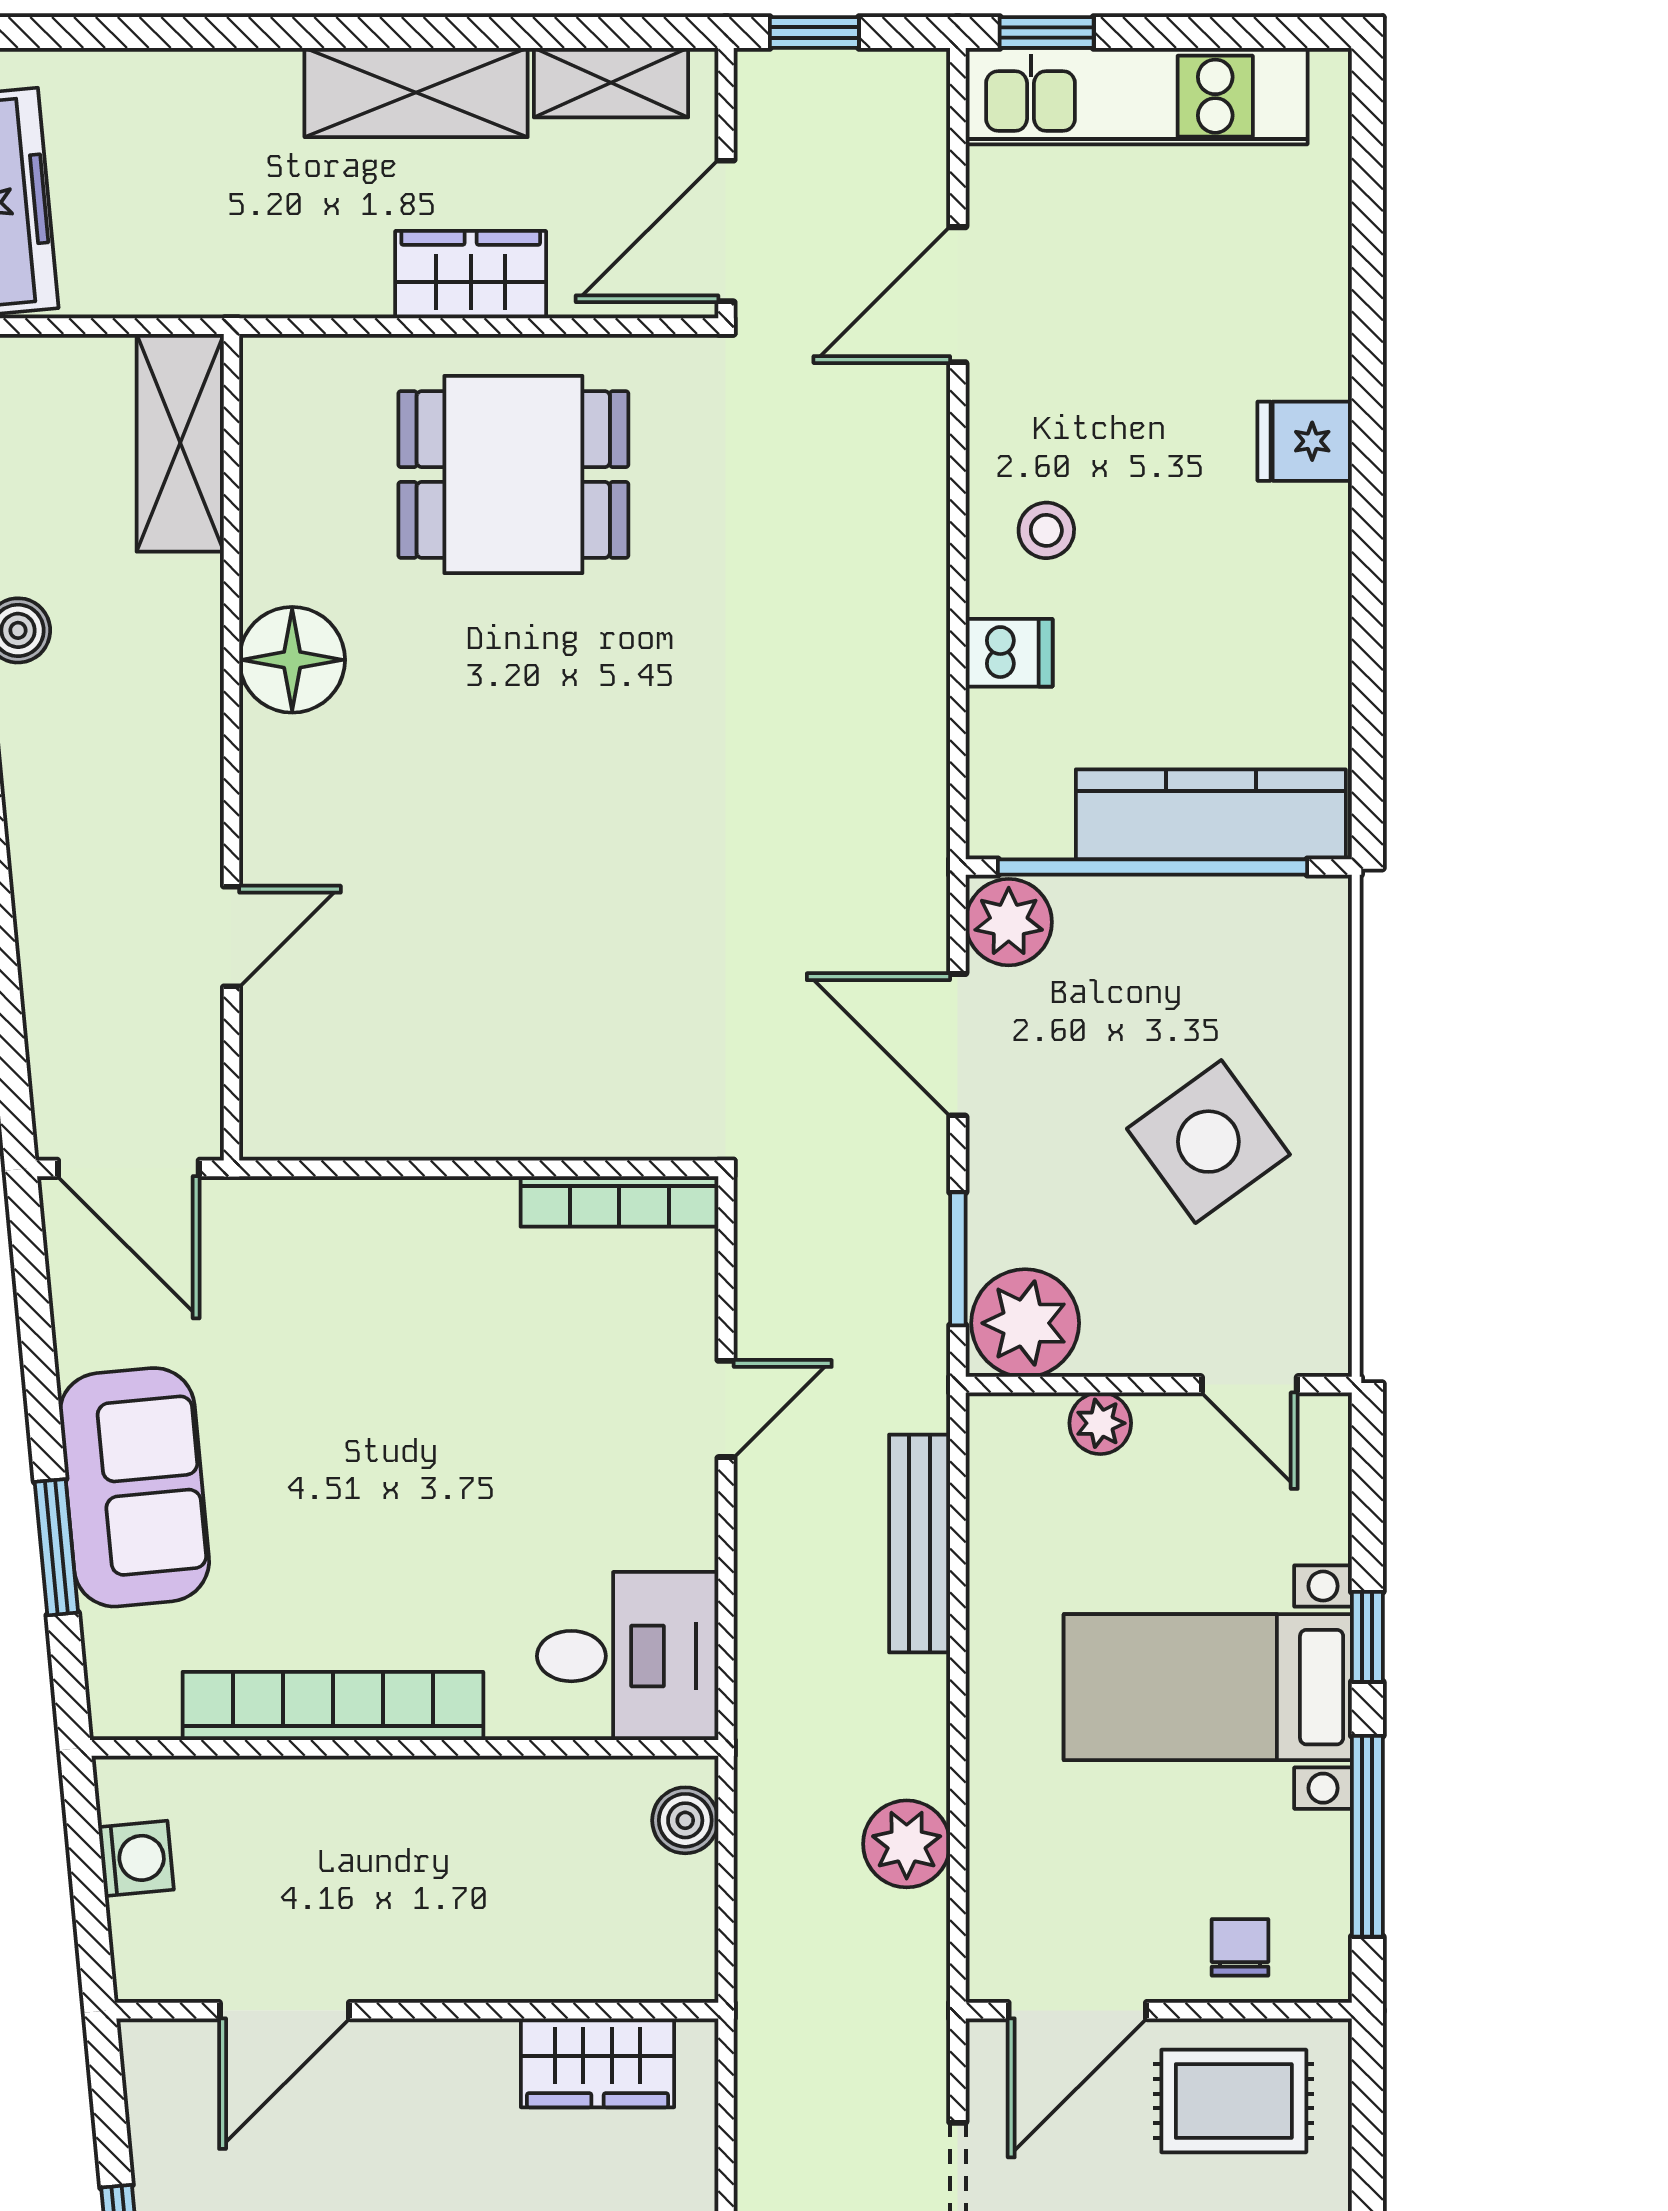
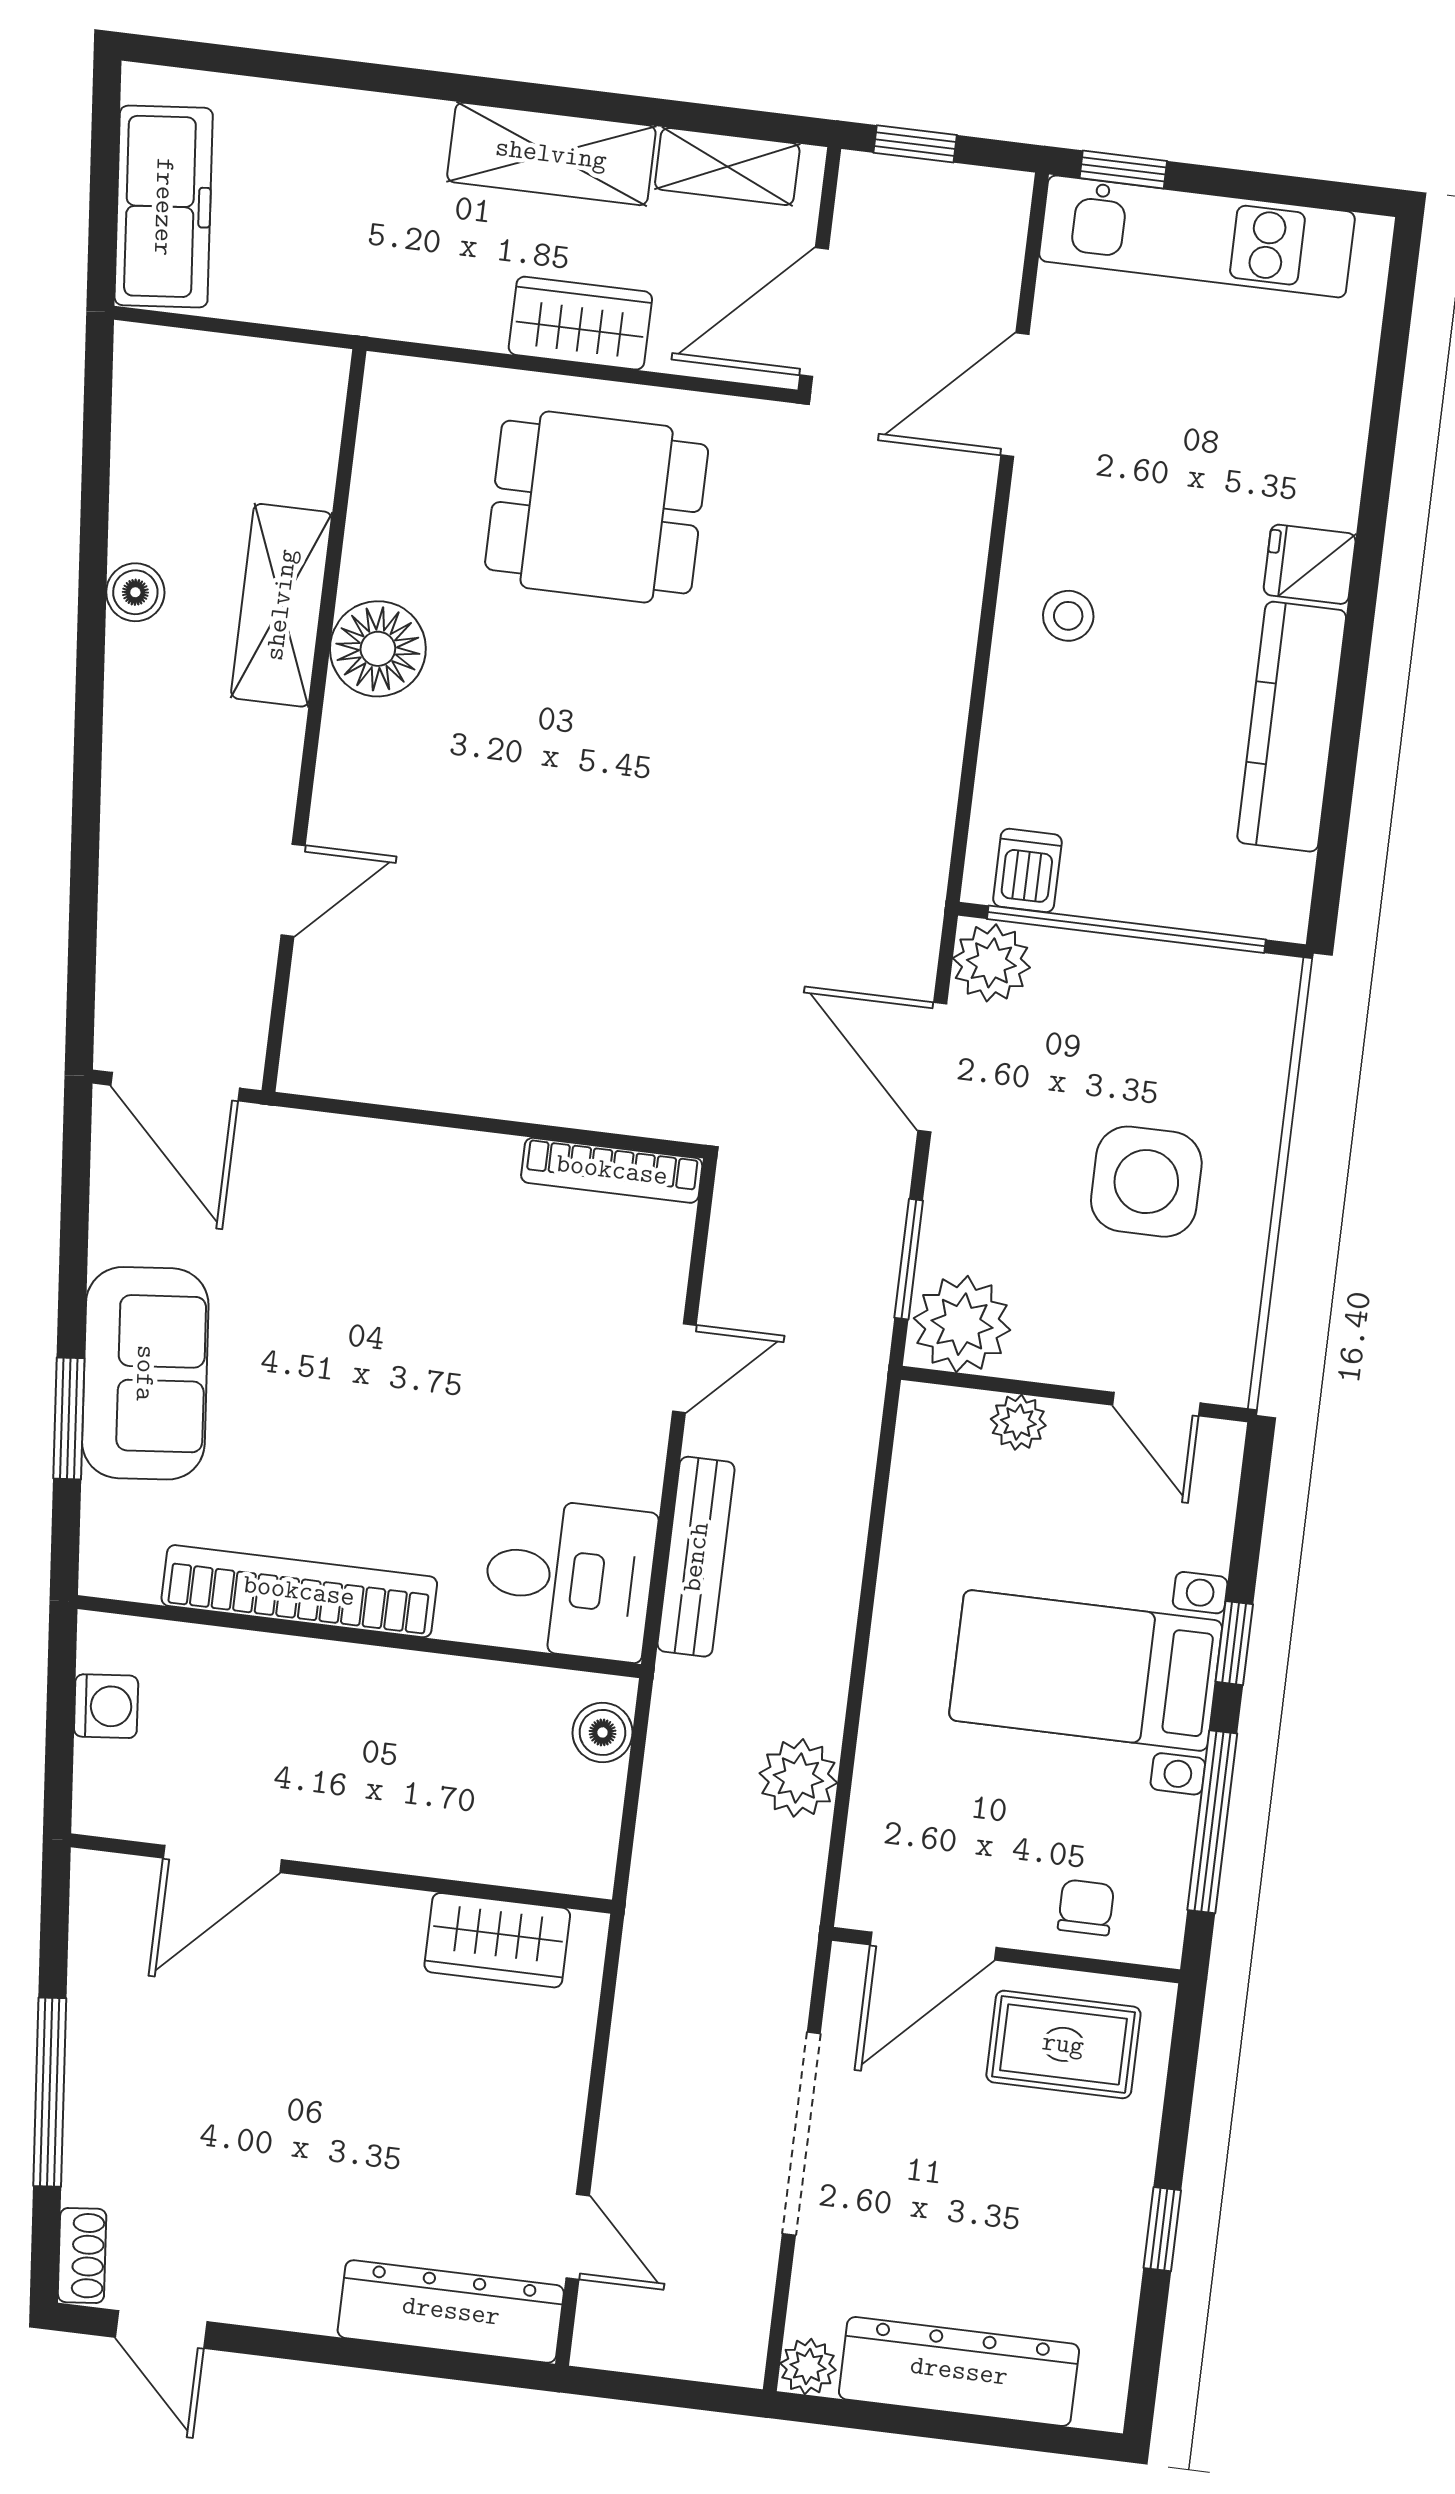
shelving: (180, 443) -> (281, 605), moved
dishwasher: (1009, 653) -> (1027, 870), moved, turned -90
kitchen counter: (1211, 814) -> (1292, 727), moved, turned -90
side table: (1208, 1142) -> (1146, 1182), turned 36
bench: (920, 1544) -> (696, 1557), moved

